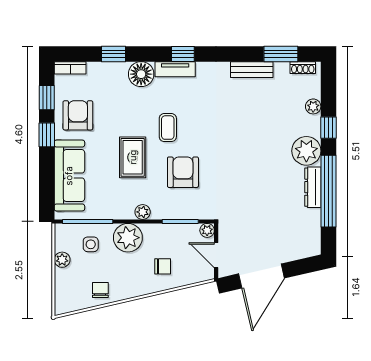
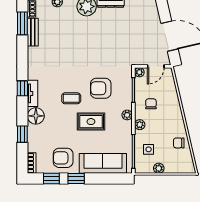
bench: (252, 70) -> (33, 32), moved
plant: (128, 238) -> (140, 125), width x0.53, depth x0.53
chair: (163, 266) -> (151, 104), moved

